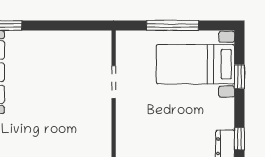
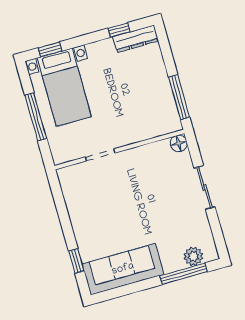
window: (239, 77) -> (50, 49), moved

